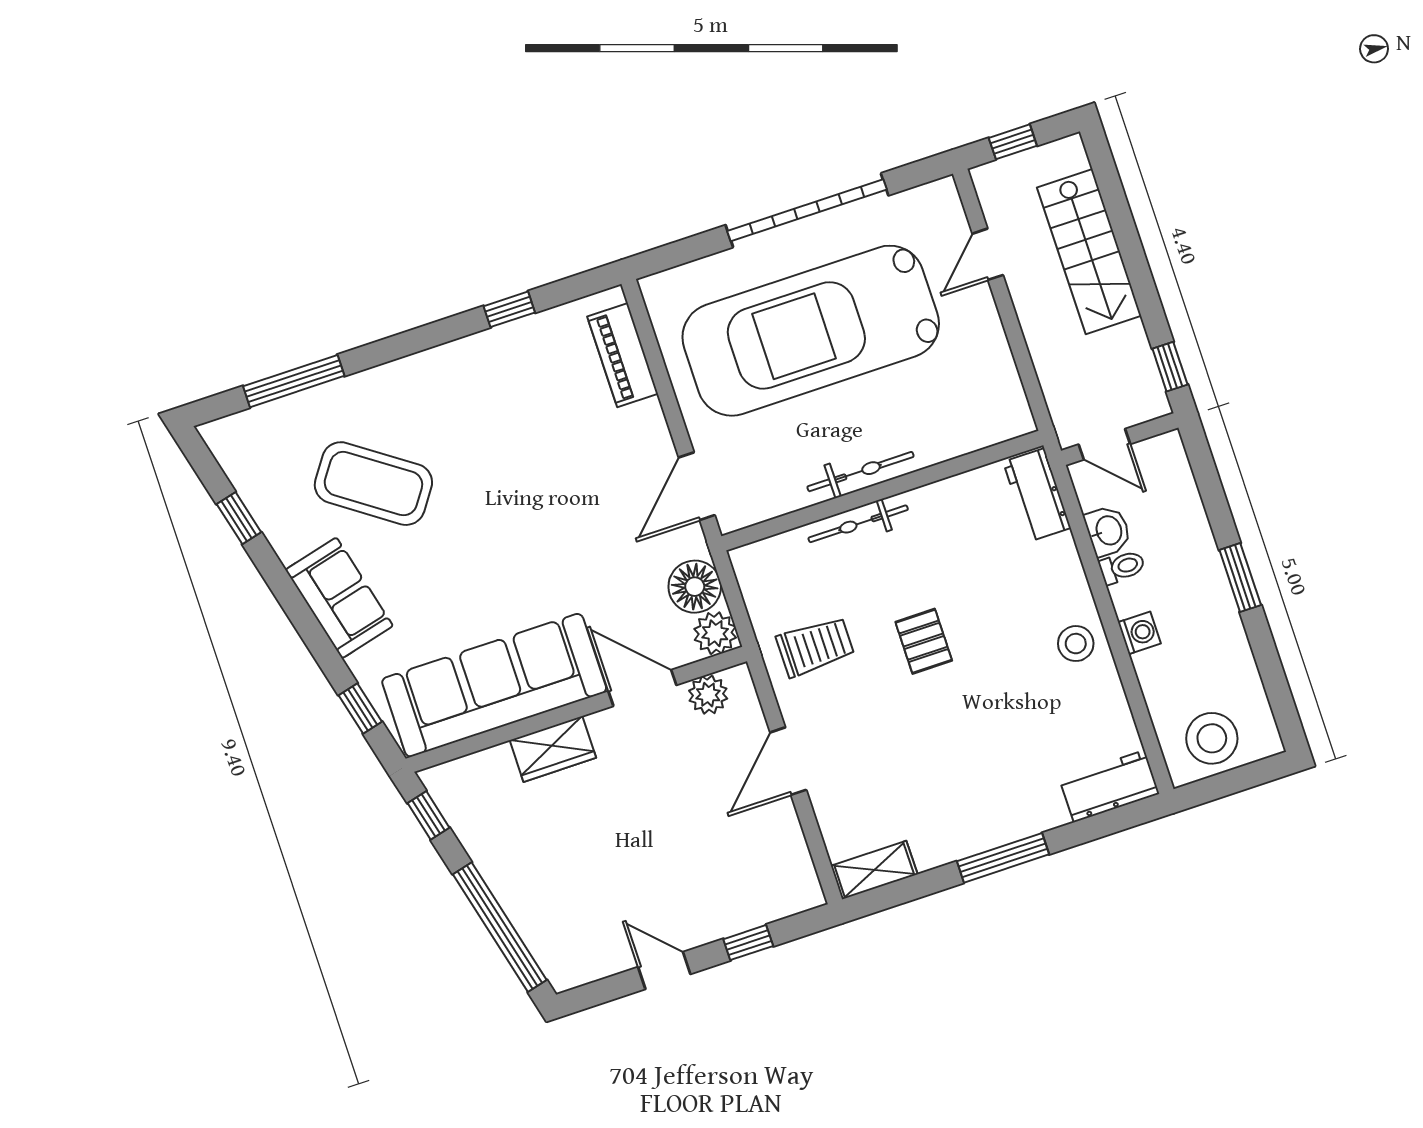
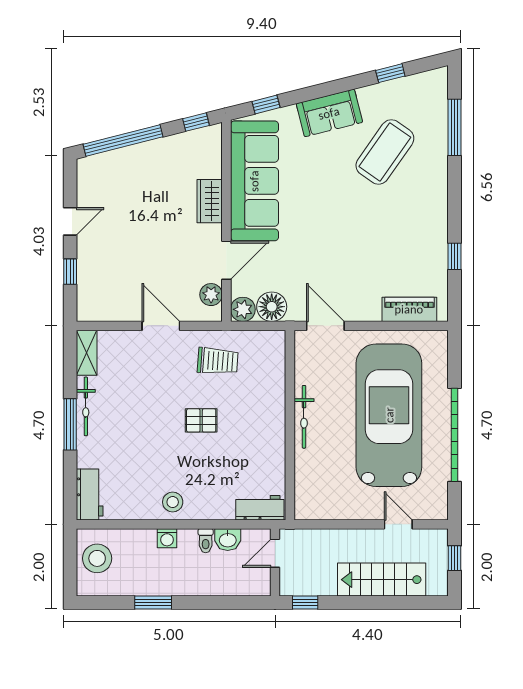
bicycle: (858, 524) -> (86, 406), moved, turned 180
window: (1240, 578) -> (153, 603), moved
trolley: (815, 647) -> (218, 361), turned -86

